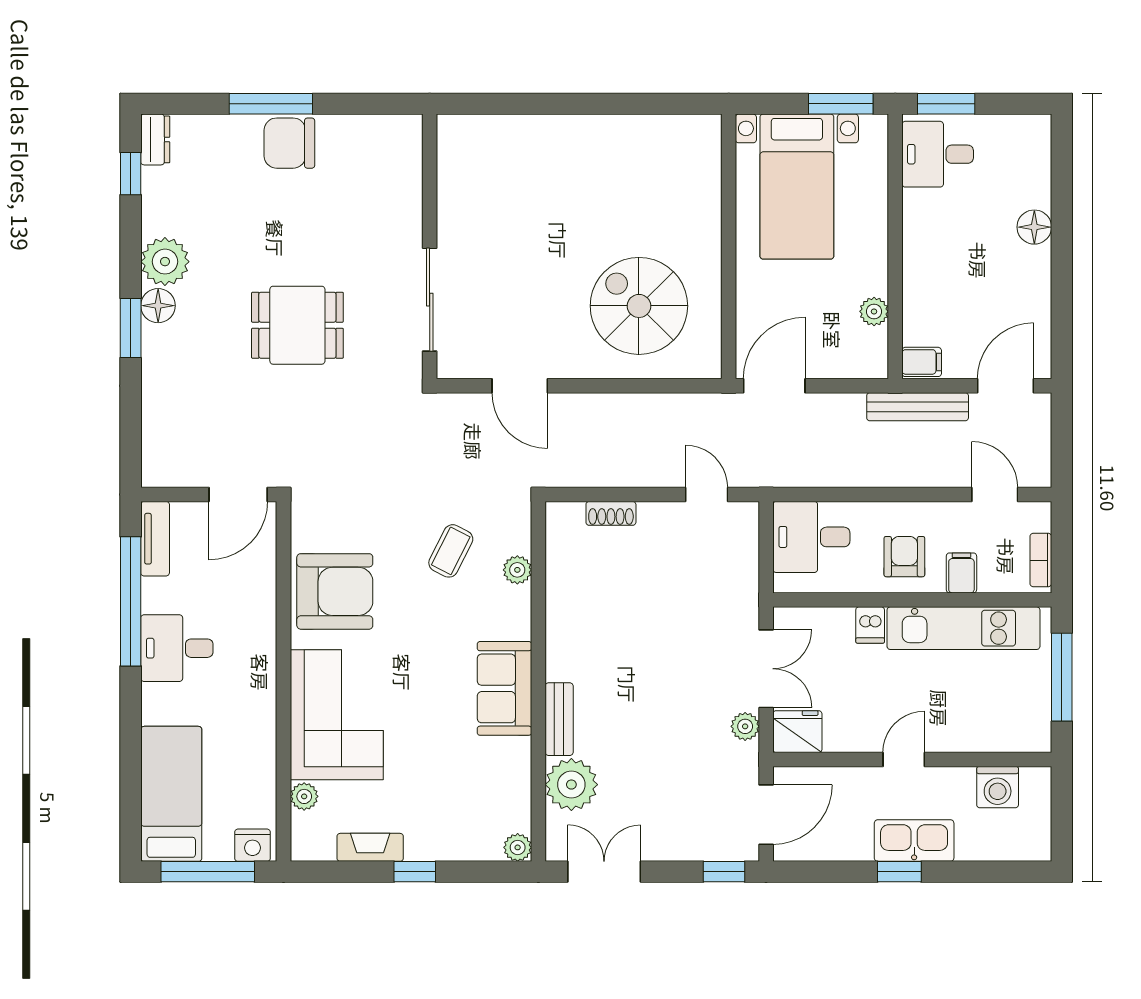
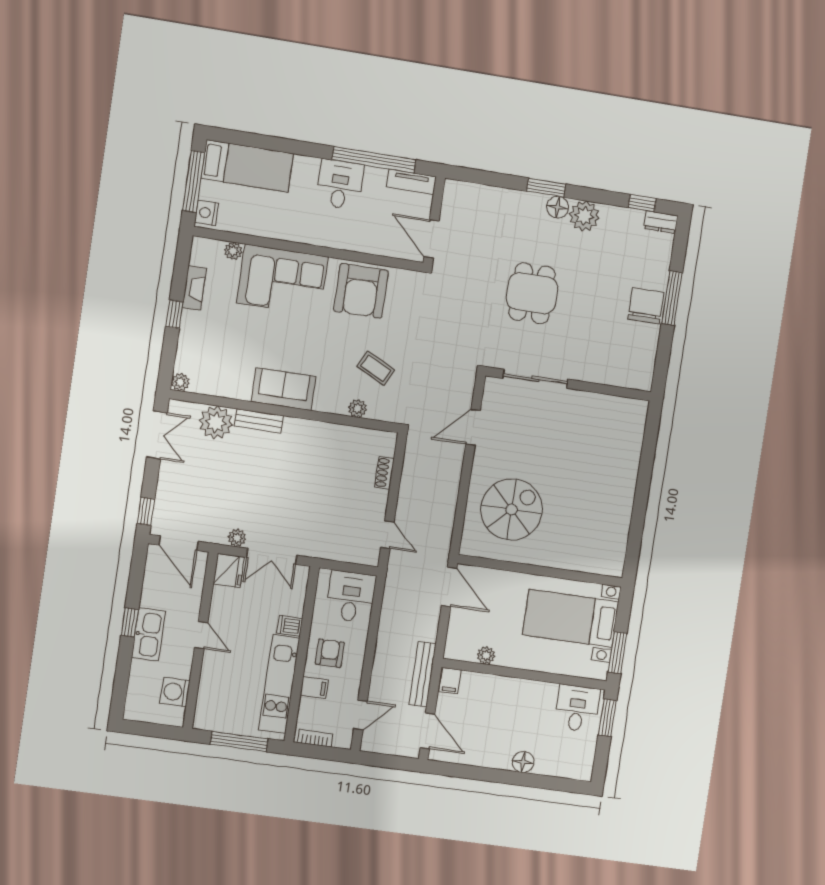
door: (707, 494) -> (387, 535), hinge flipped
armchair: (904, 557) -> (330, 653), turned -90

